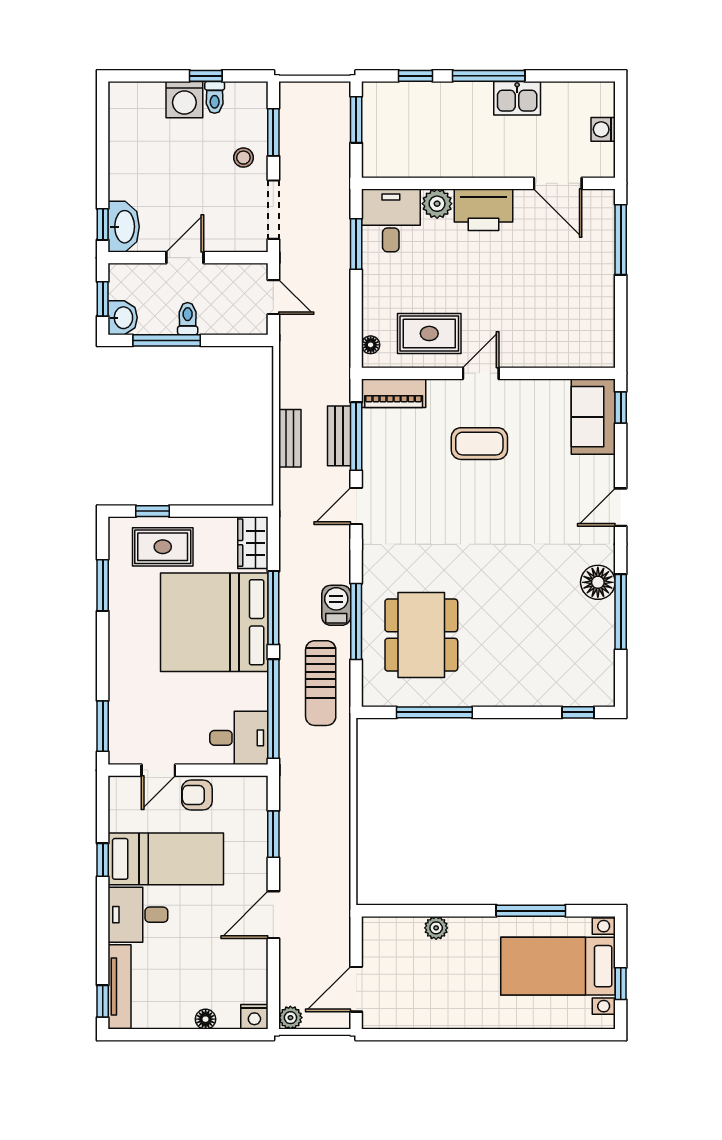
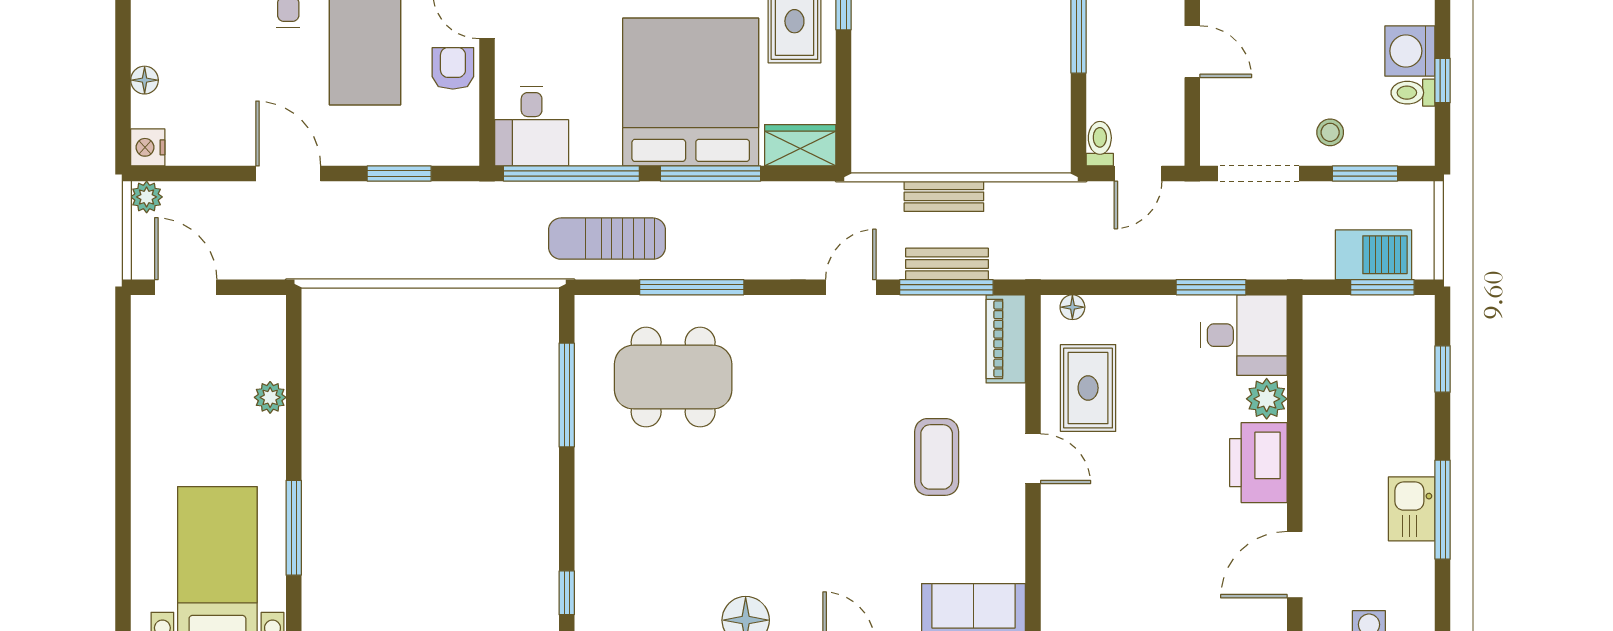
window: (489, 76) -> (1443, 510), moved
toilet: (188, 319) -> (1100, 144), moved, turned -90
door: (356, 506) -> (851, 287), hinge flipped
barbecue: (336, 605) -> (1373, 255), moved, width x1.38, depth x1.27

